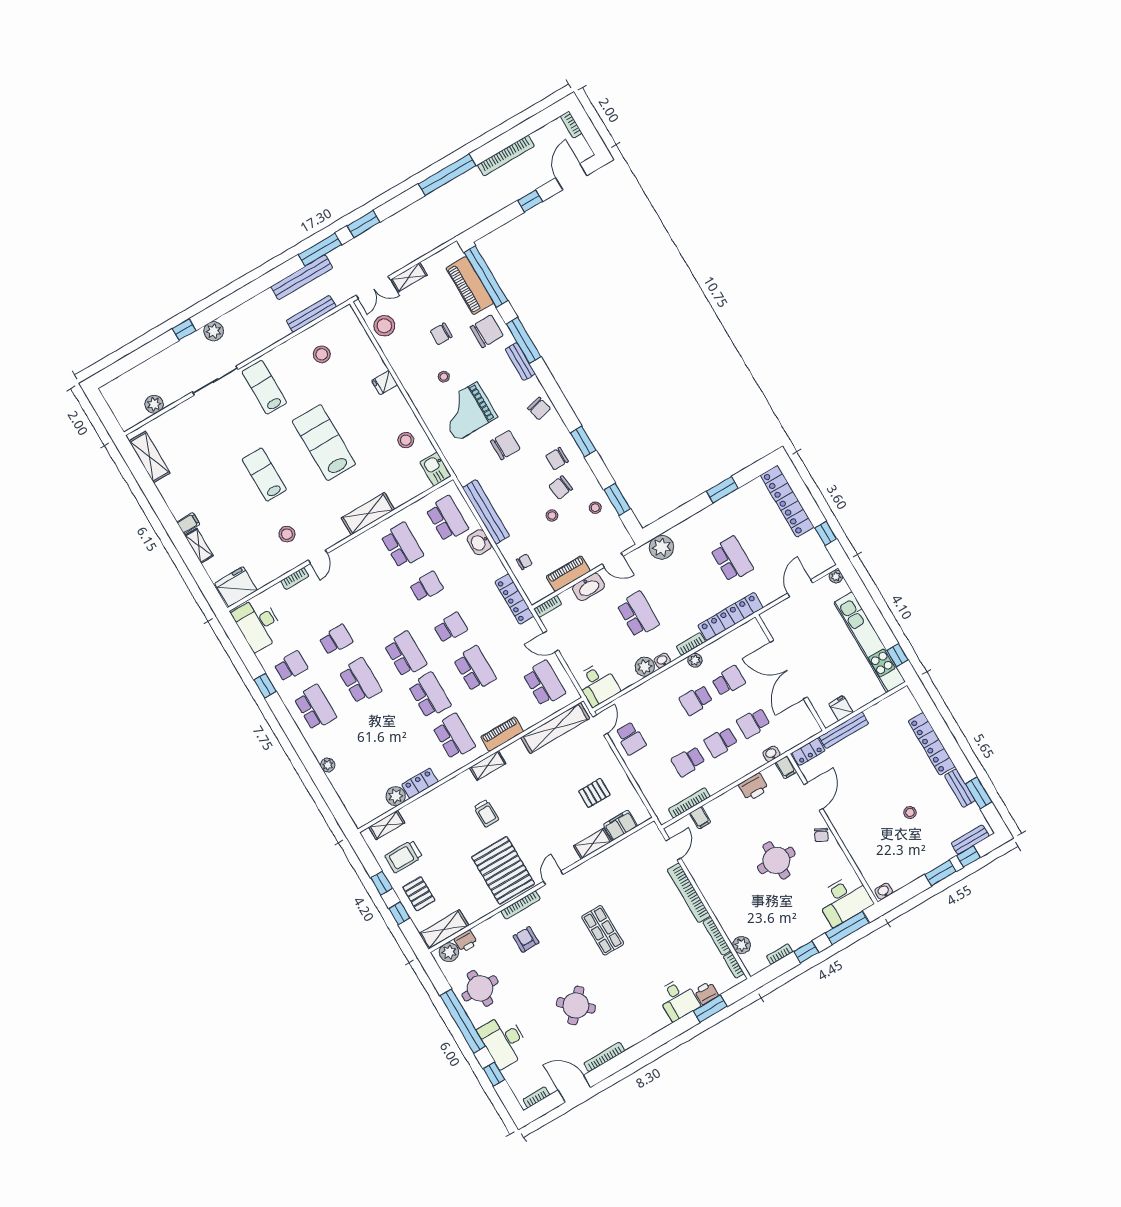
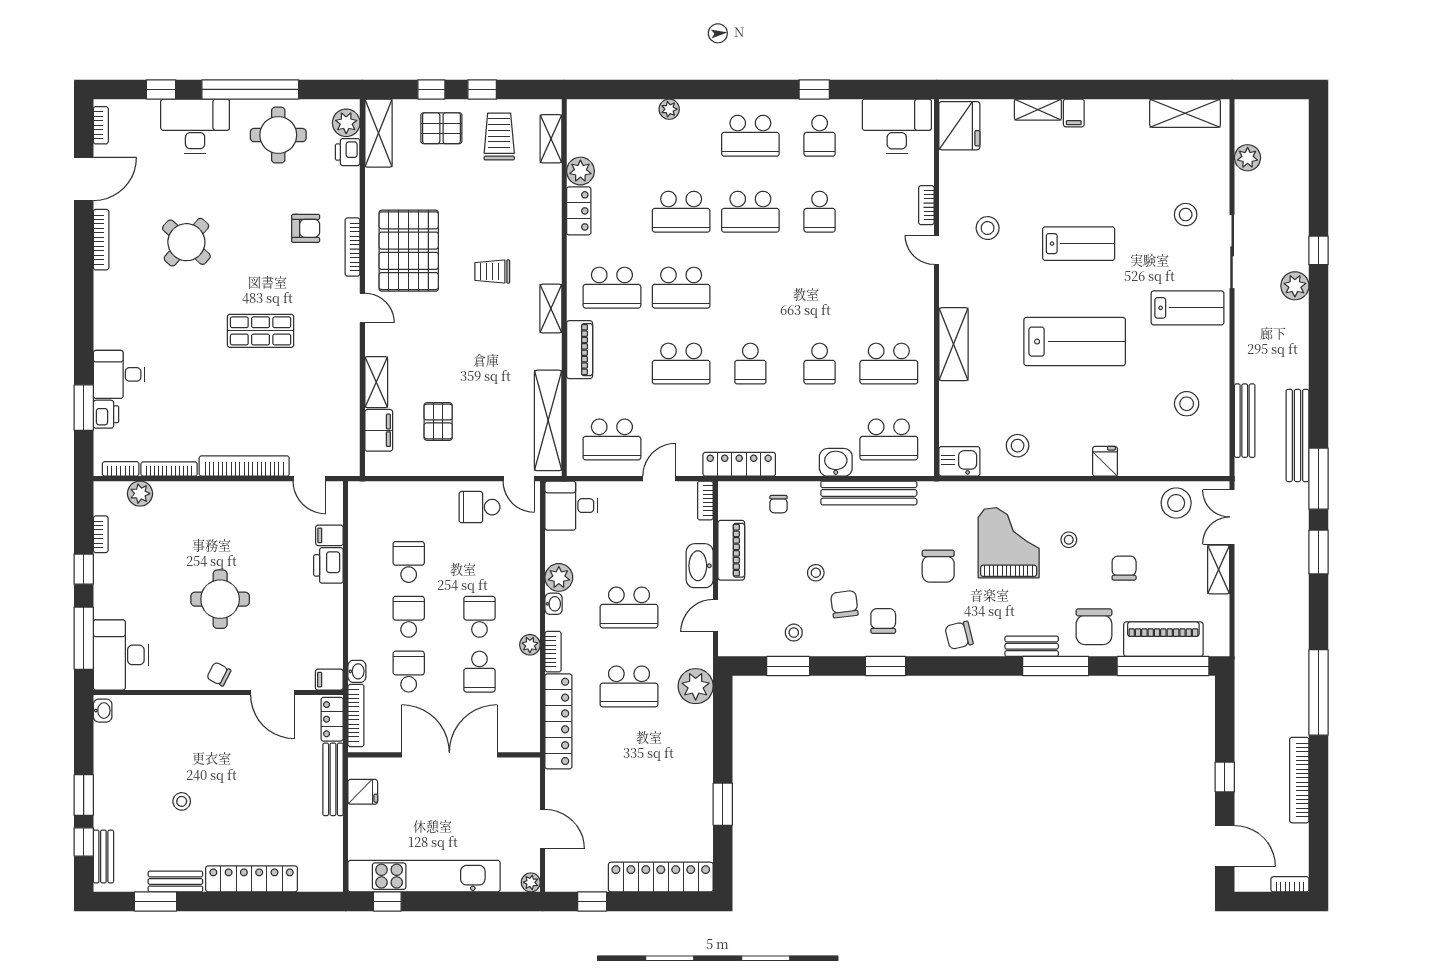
stool: (210, 421) -> (1186, 215), added
school desk: (732, 559) -> (629, 686), moved
school desk: (405, 654) -> (681, 212), moved
printer: (754, 787) -> (328, 565), moved
bookcase: (689, 803) -> (356, 716), moved
pallet: (503, 870) -> (409, 251), turned 90

